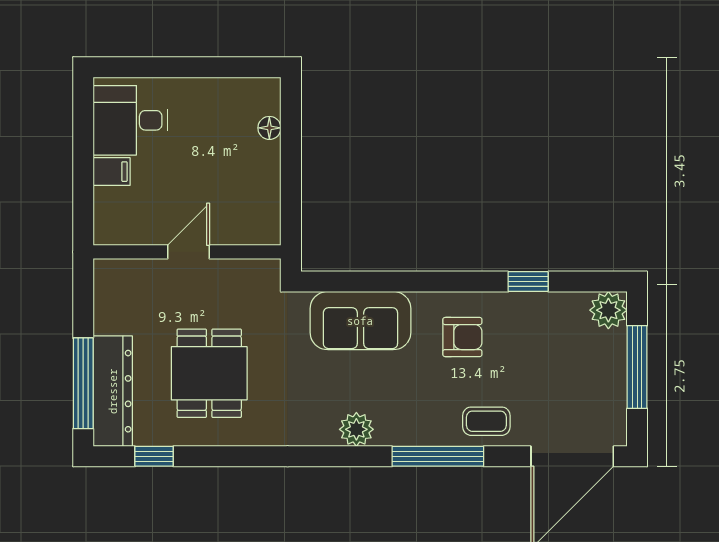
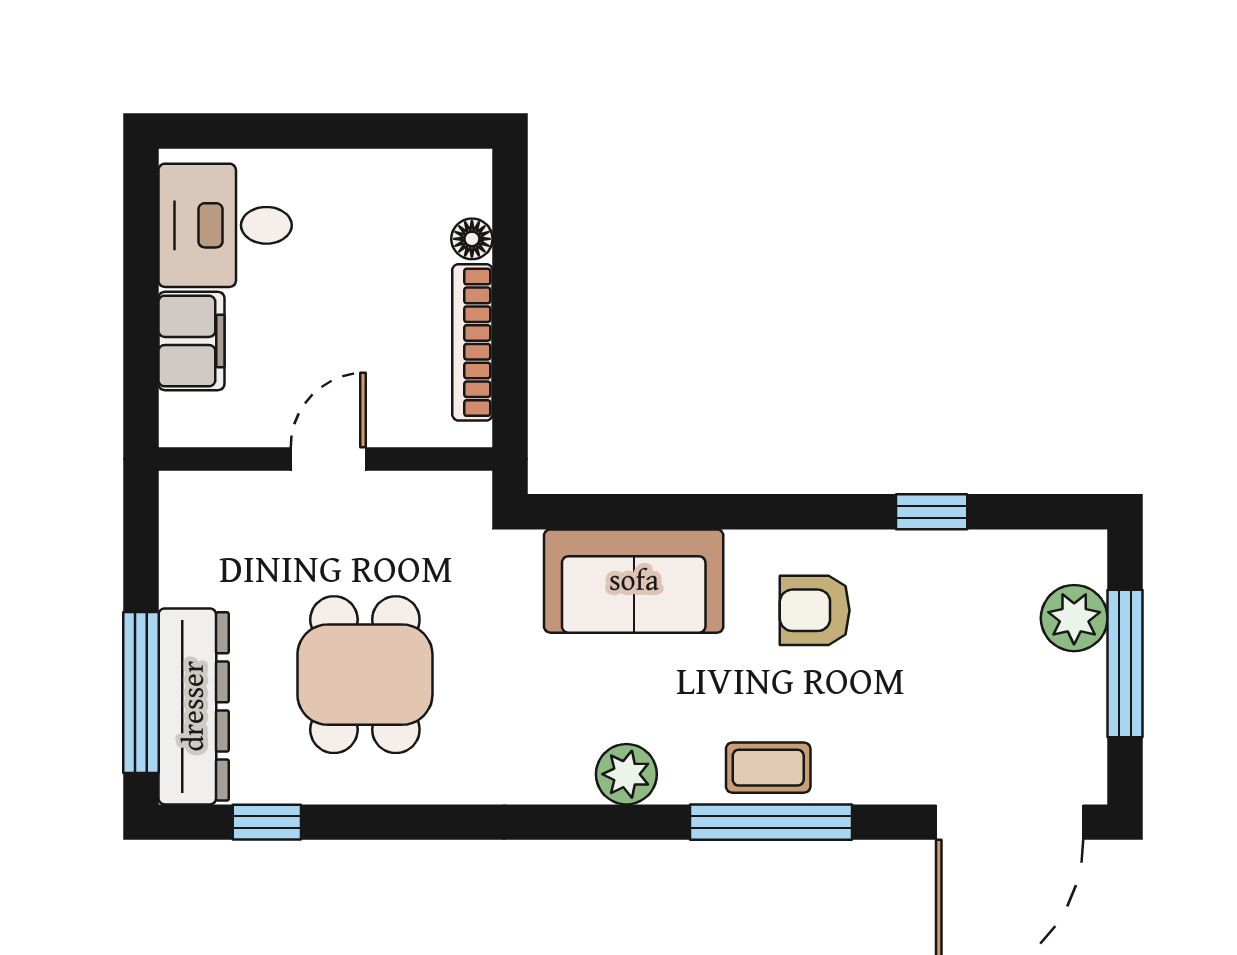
filing cabinet: (112, 172) -> (191, 341), width x2.00
bookcase: (270, 186) -> (472, 342), added
plant: (608, 310) -> (1074, 618), moved
armchair: (462, 337) -> (815, 610), turned 180
coffee table: (486, 421) -> (768, 768), moved

